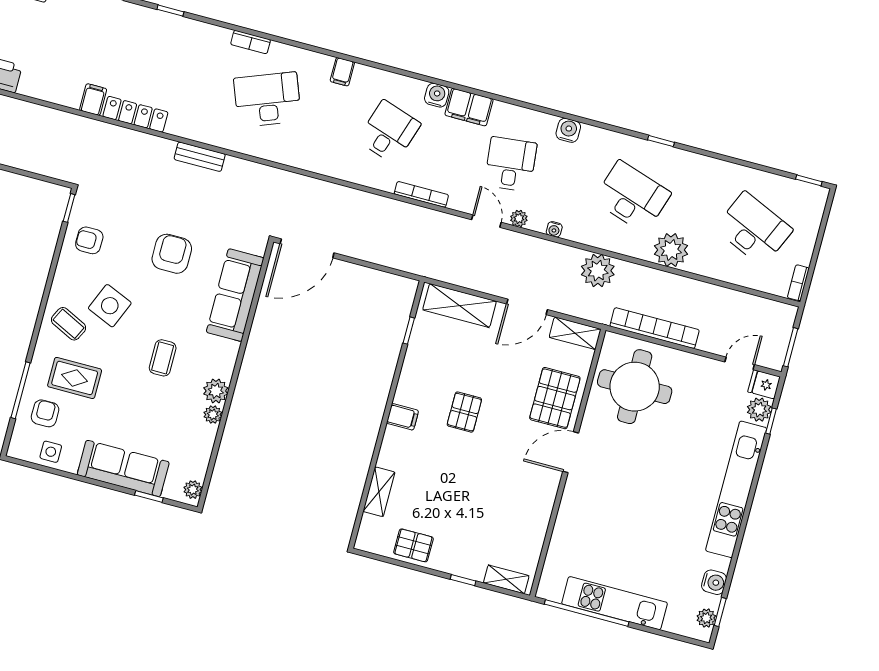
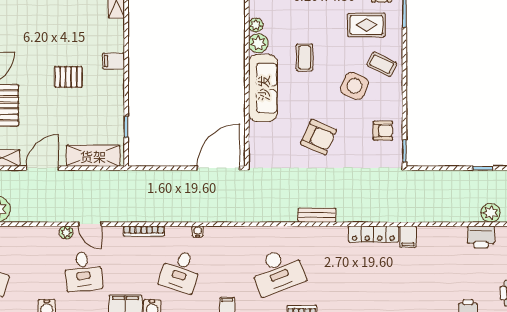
water cooler: (554, 229) -> (198, 231), moved
armchair: (172, 254) -> (319, 137), turned -66
sofa: (235, 295) -> (263, 88), moved
pallet: (464, 412) -> (68, 77), turned 90

